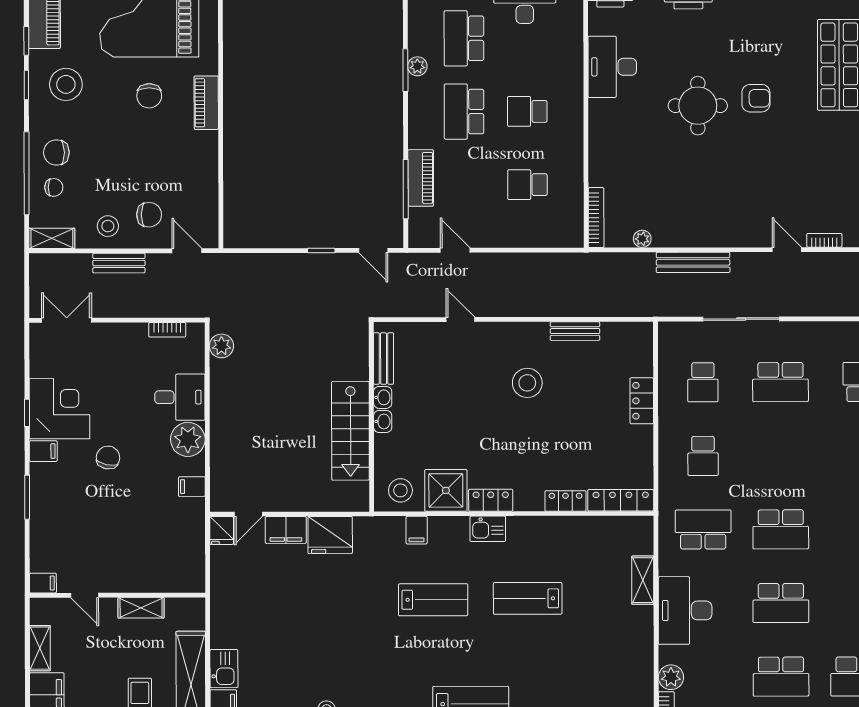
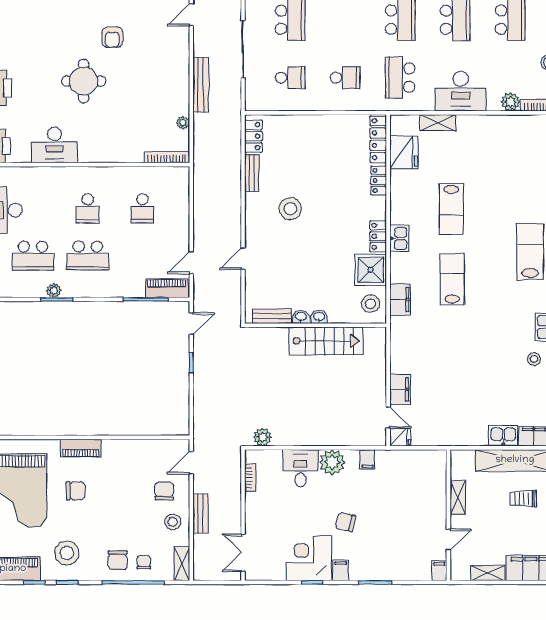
armchair: (756, 98) -> (112, 37), moved, turned 180
piano: (421, 178) -> (167, 288), moved
locker: (642, 401) -> (253, 136), moved, turned -90
filing cabinet: (417, 530) -> (400, 299), width x2.00
fridge: (330, 535) -> (404, 152), moved

